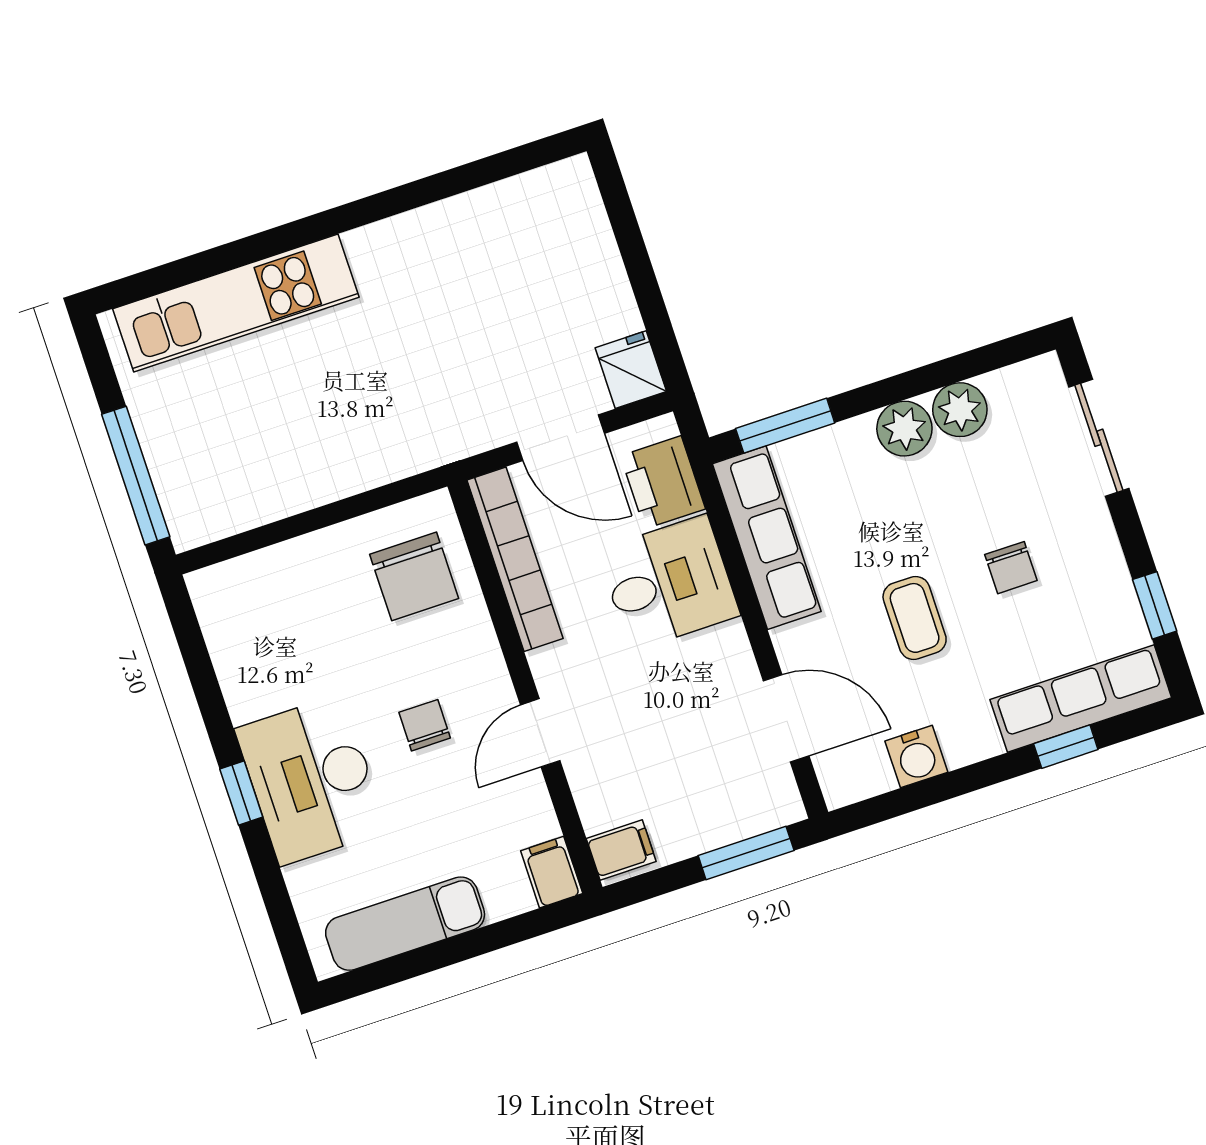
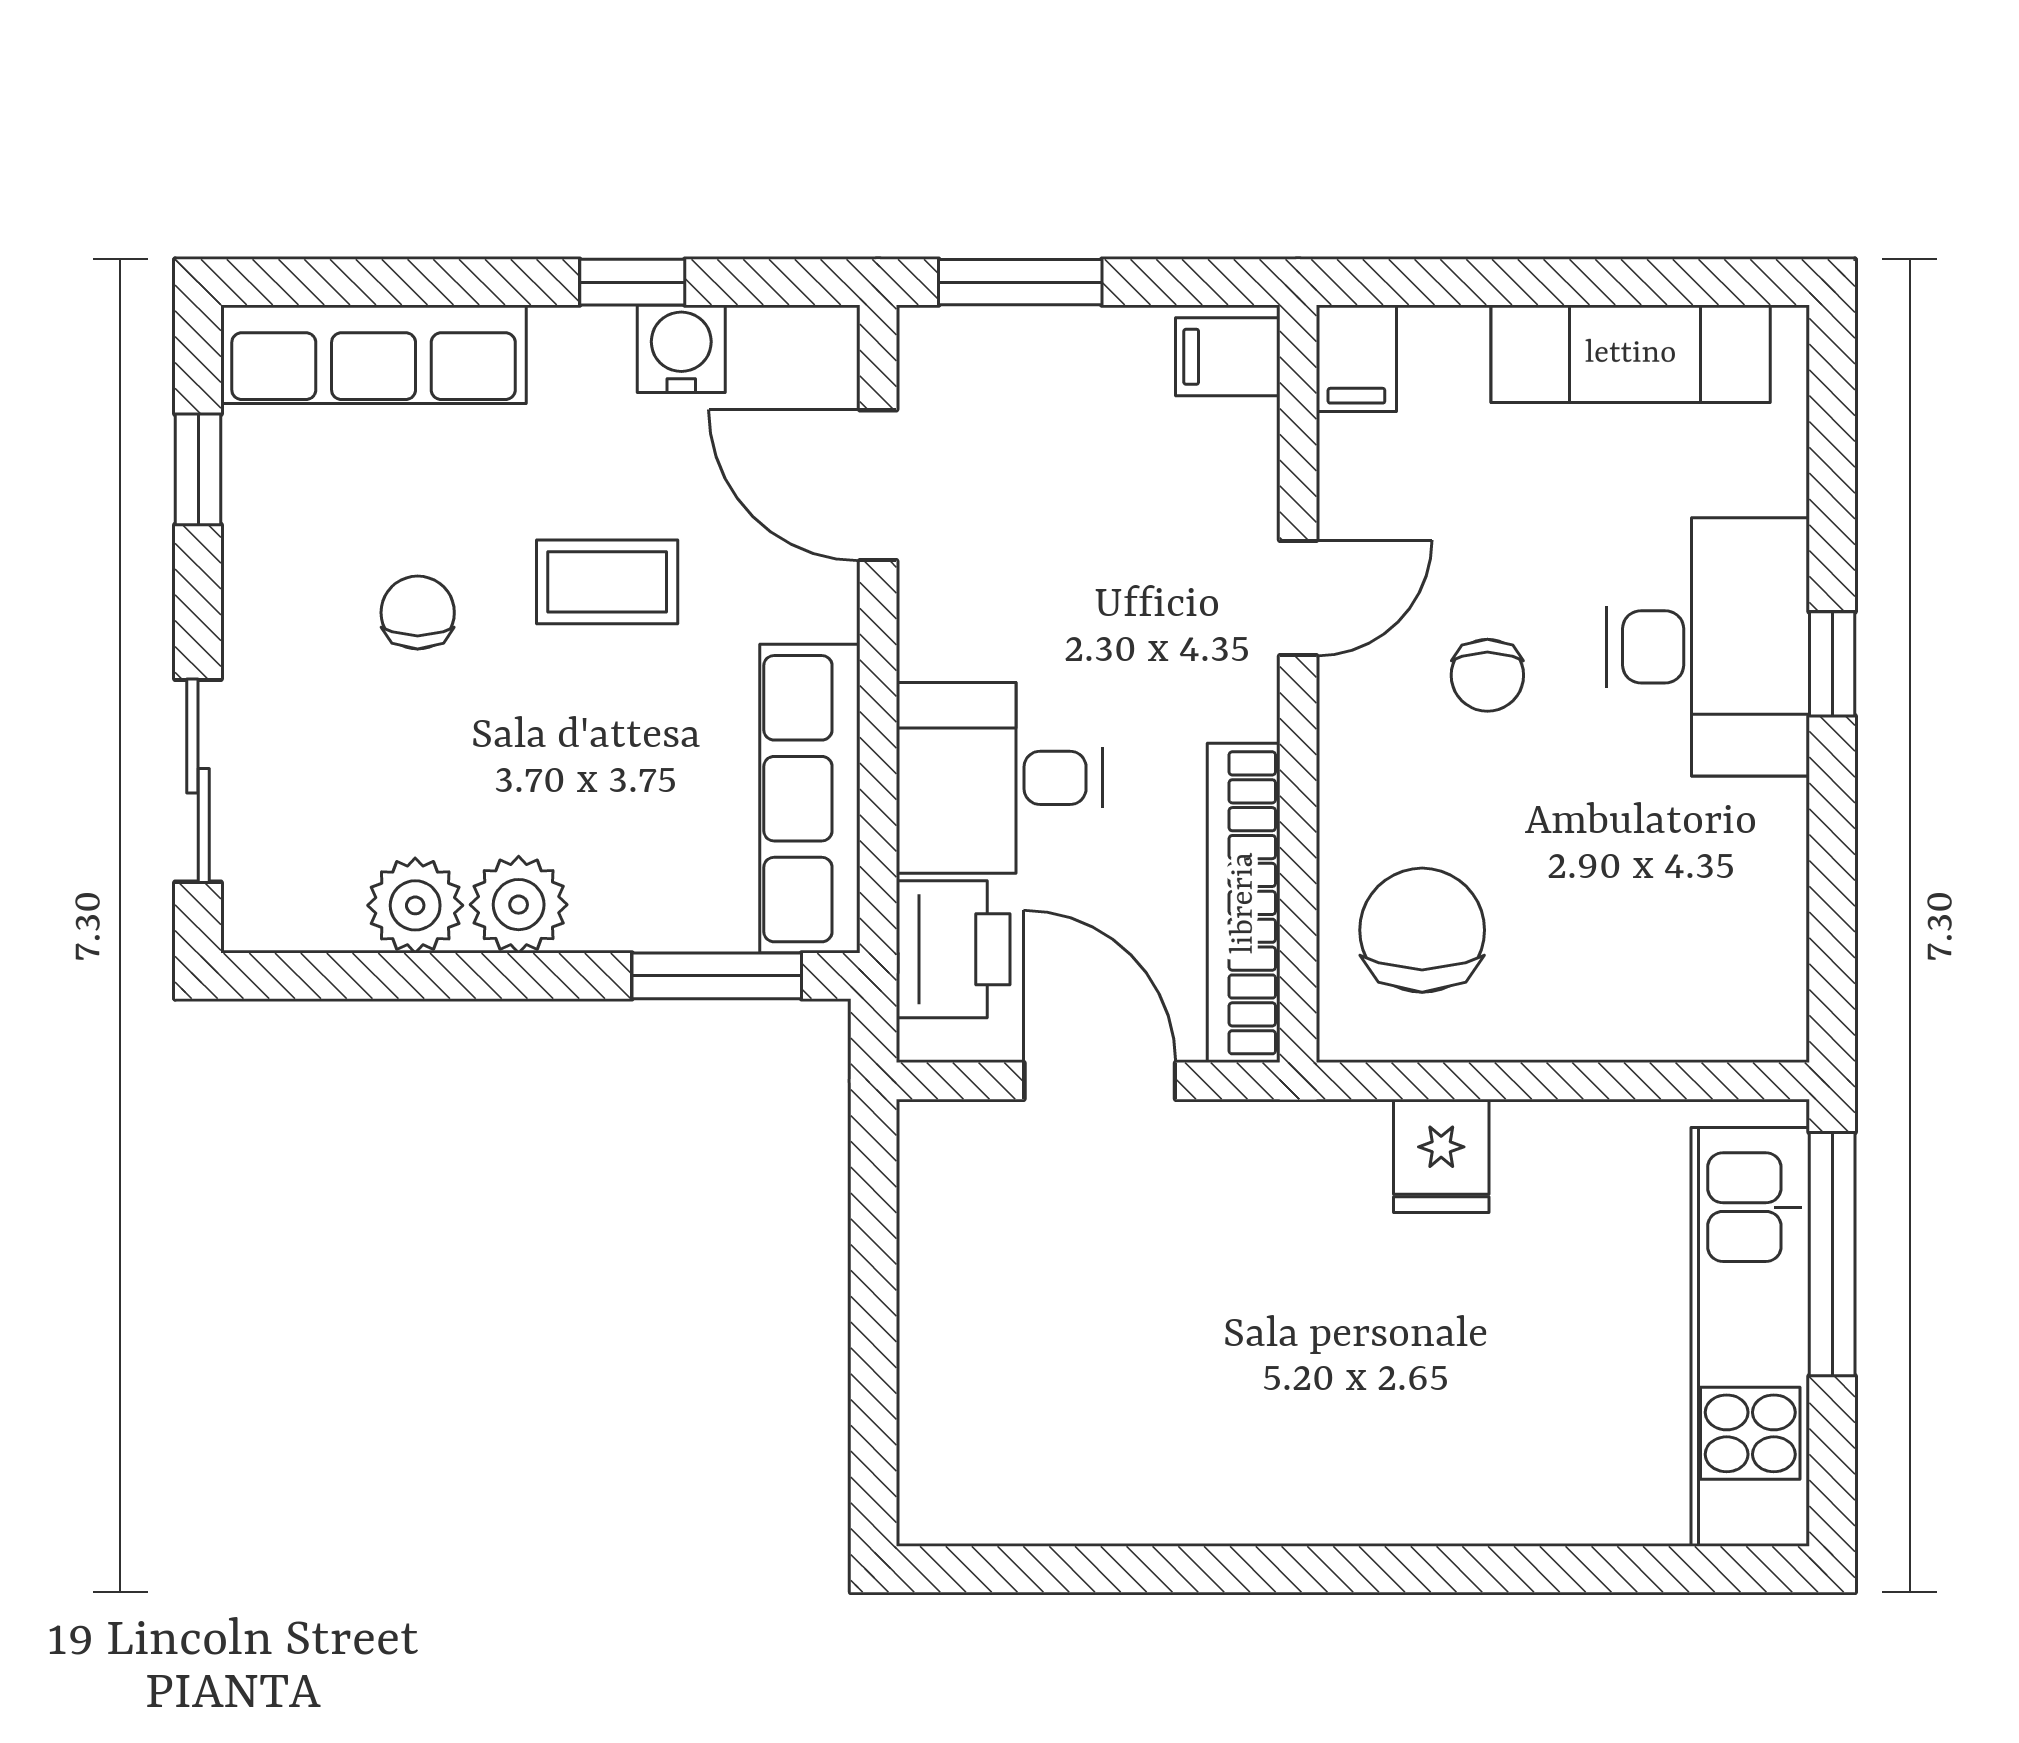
kitchen unit: (236, 303) -> (1750, 1337), moved, turned -90
fridge: (631, 370) -> (1441, 1156), moved
coffee table: (915, 618) -> (607, 582), turned 90
window: (1066, 747) -> (632, 282), moved

